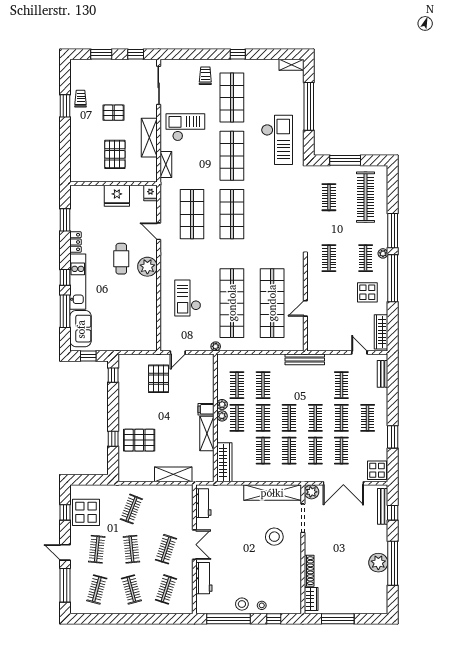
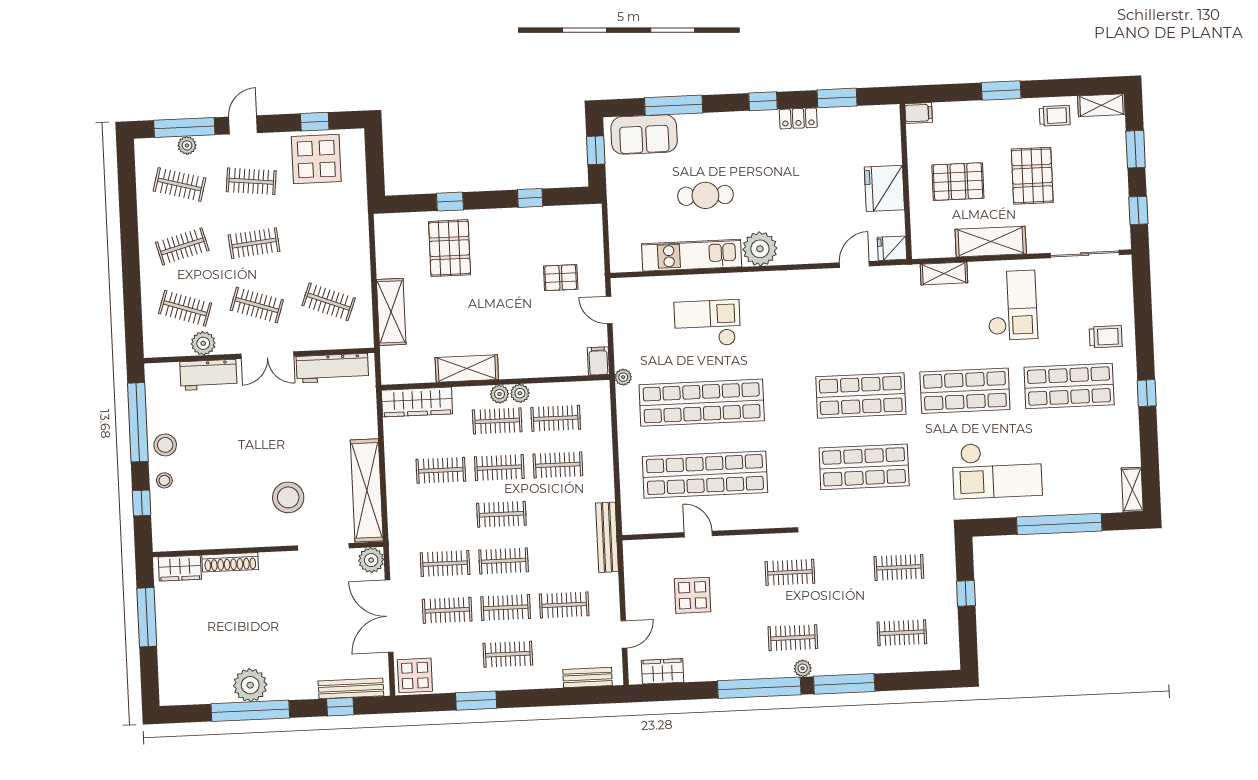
shelving: (76, 72) -> (1101, 105), added
window: (65, 106) -> (1001, 90), moved
pallet: (114, 113) -> (1032, 176), width x1.50, depth x1.42
window: (345, 160) -> (966, 593), width x0.46
filing cabinet: (76, 175) -> (919, 113), added
clothes rail: (366, 197) -> (902, 633), width x0.54, depth x0.76
shop shelf: (192, 214) -> (864, 467), moved
door: (159, 231) -> (854, 264), moved
cafe table: (121, 259) -> (705, 195), moved
window: (65, 277) -> (763, 101), moved
kitchen unit: (78, 282) -> (692, 255), moved, turned 180
display table: (367, 292) -> (692, 595), moved
wardrobe: (381, 332) -> (663, 671), width x0.67
window: (113, 375) -> (530, 198), moved
pallet: (158, 379) -> (561, 278), width x0.67, depth x0.71
filing cabinet: (206, 409) -> (598, 361), moved
clothes rail: (289, 451) -> (443, 517), removed
workbench: (203, 503) -> (332, 368), width x1.37
clothes rail: (131, 509) -> (329, 302), moved
plant: (186, 580) -> (203, 343), added
plant: (75, 584) -> (187, 145), added

